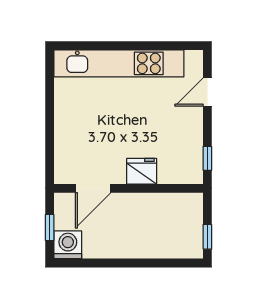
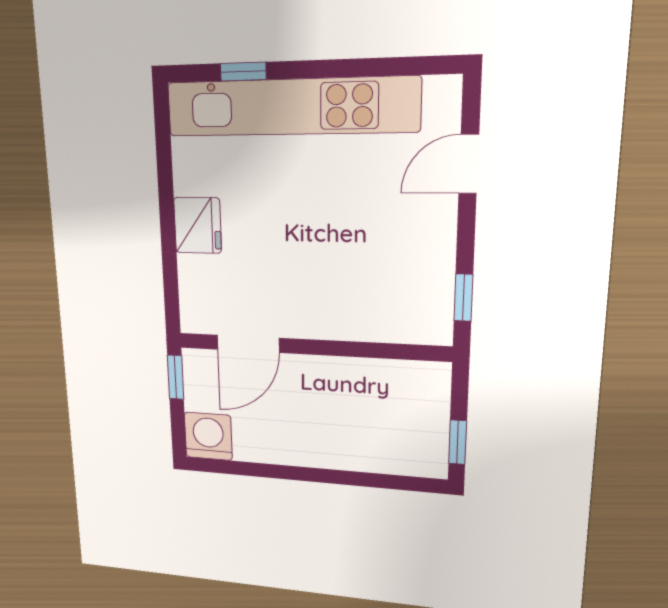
window: (95, 46) -> (243, 72), added
fridge: (142, 171) -> (198, 225), moved, turned 90
window: (50, 228) -> (176, 377), moved

